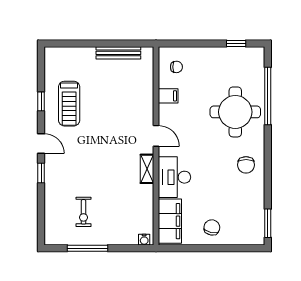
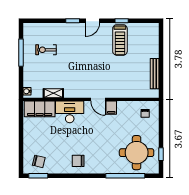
filing cabinet: (168, 96) -> (111, 108), moved
treadmill: (69, 104) -> (120, 40), turned -90
round table: (235, 112) -> (137, 153), moved
door: (156, 136) -> (98, 99), hinge flipped
shelving: (147, 169) -> (53, 93), moved
chair: (212, 227) -> (39, 161), moved

